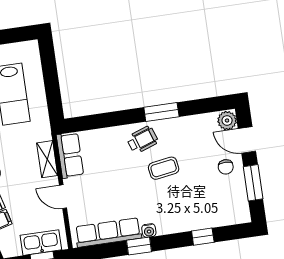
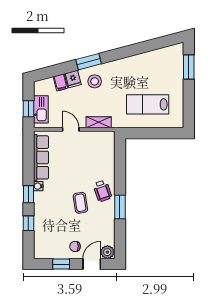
row of seats: (70, 155) -> (99, 139), removed
window: (253, 183) -> (61, 264), width x0.67
door: (63, 197) -> (71, 129), hinge flipped
window: (139, 246) -> (28, 194), moved

